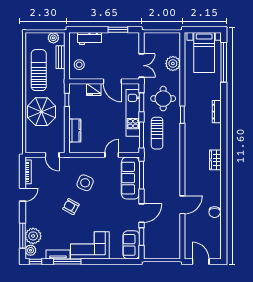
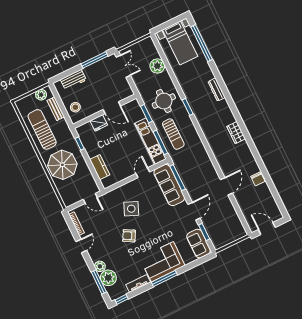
window: (118, 30) -> (94, 60), width x1.44
double door: (141, 66) -> (123, 66), moved
kitchen unit: (133, 113) -> (150, 141), moved
plant: (31, 250) -> (100, 266), moved
window: (67, 262) -> (164, 278), moved

